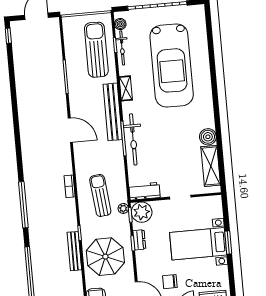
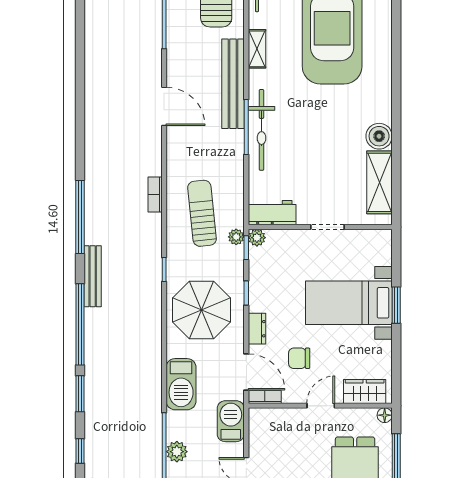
plant: (142, 212) -> (257, 238), width x0.53, depth x0.53
dresser: (139, 240) -> (257, 329), moved
bench: (74, 251) -> (93, 276), moved

